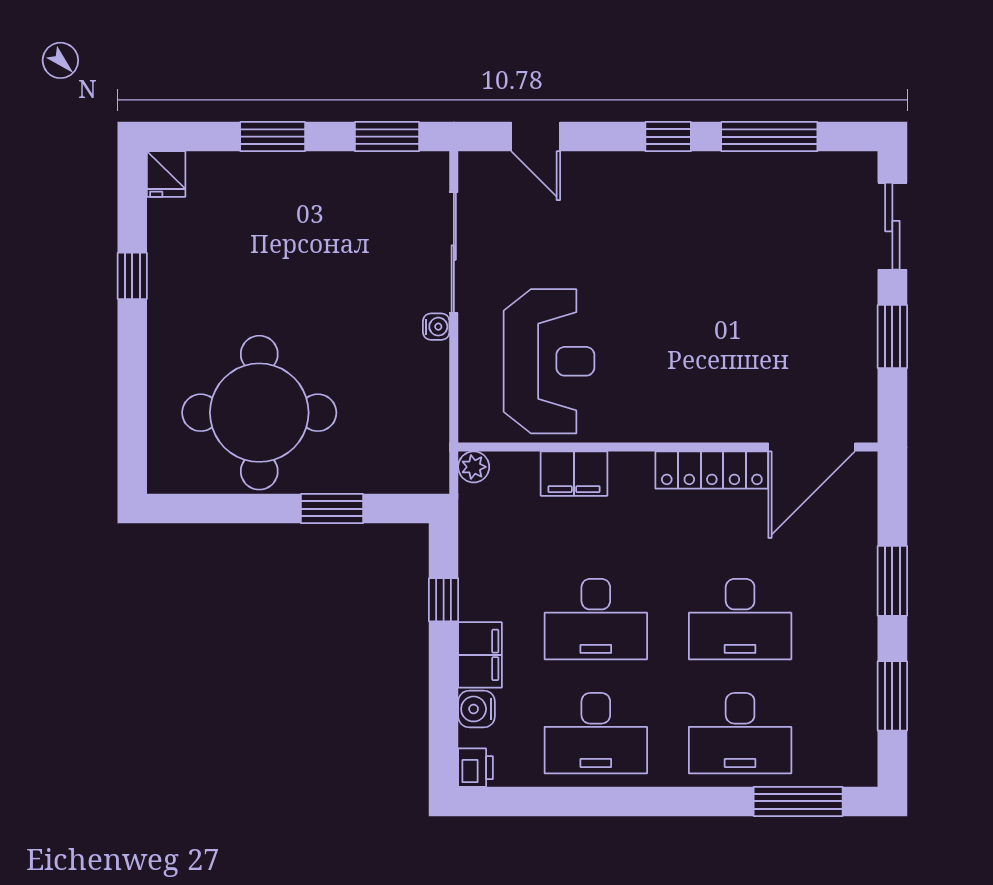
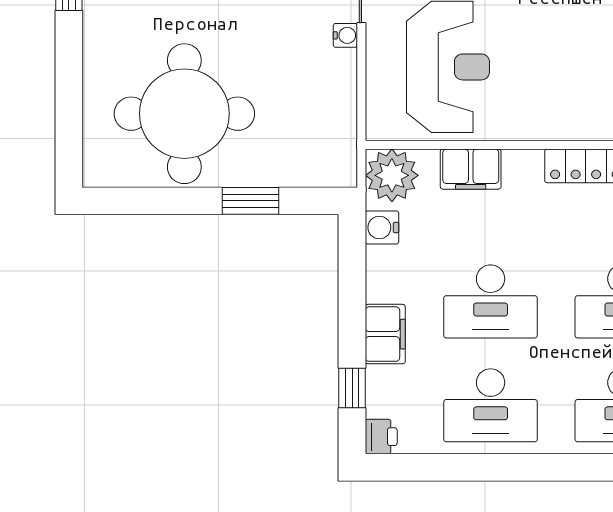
plant: (474, 467) -> (392, 175), width x1.87, depth x1.87
window: (444, 600) -> (352, 388), moved
water cooler: (477, 709) -> (382, 227), moved

